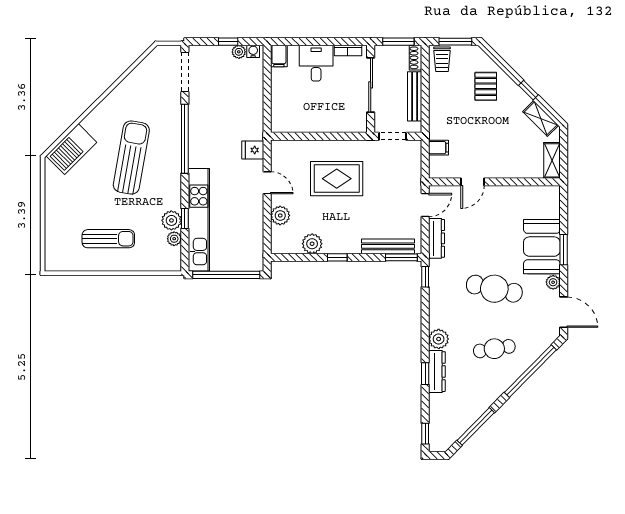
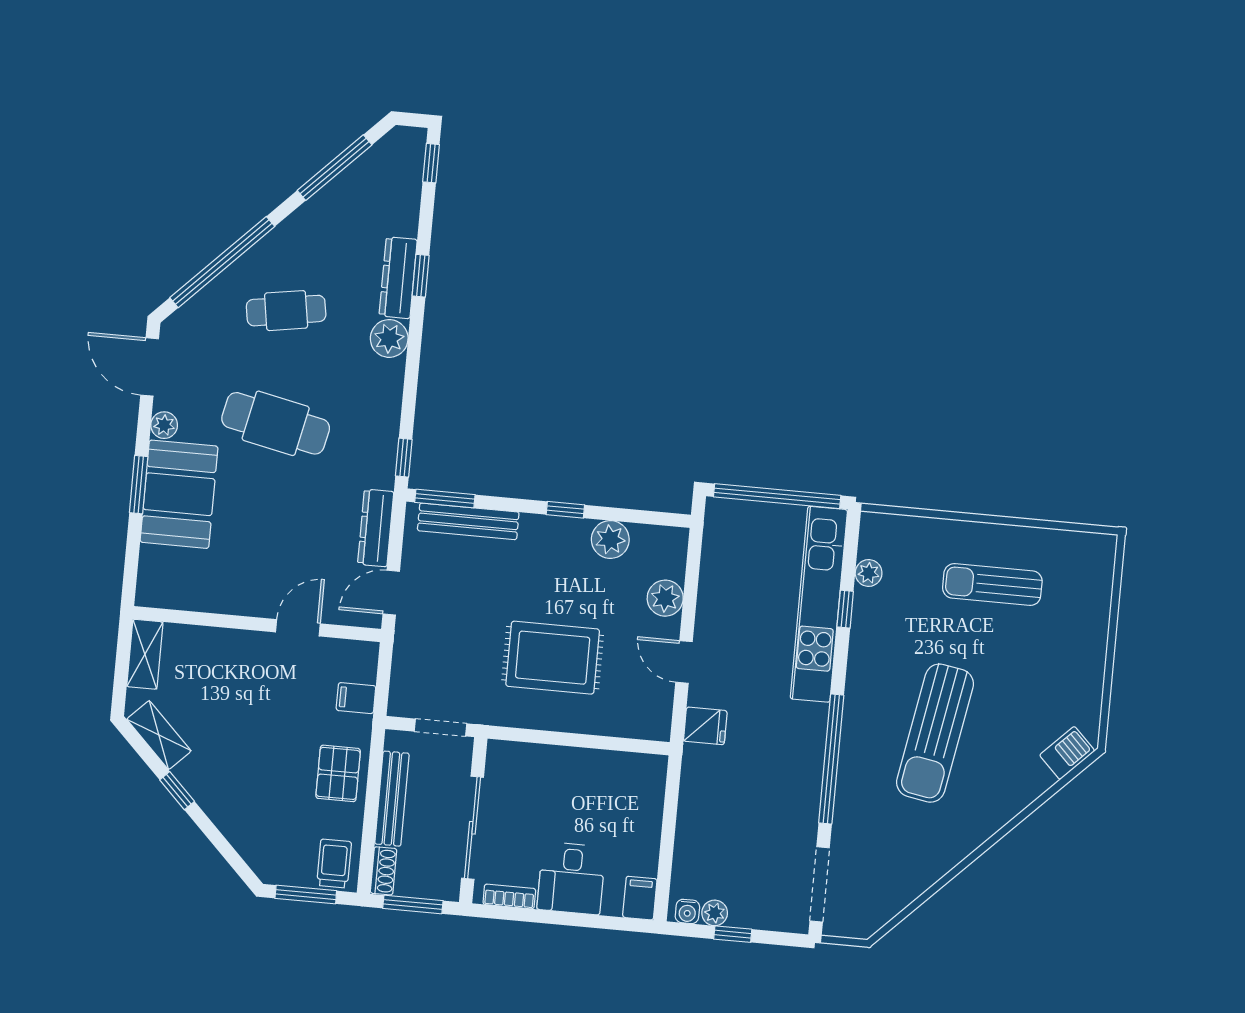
pallet: (486, 86) -> (338, 773), moved
barbecue: (71, 149) -> (1067, 753), width x0.53, depth x0.65
plant: (171, 220) -> (870, 608), removed

